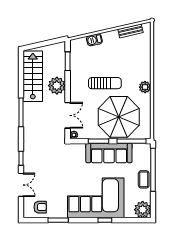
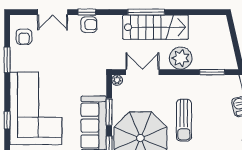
stairs: (33, 76) -> (155, 27), moved
double door: (68, 115) -> (142, 72), swing flipped
armchair: (31, 157) -> (89, 25), added

